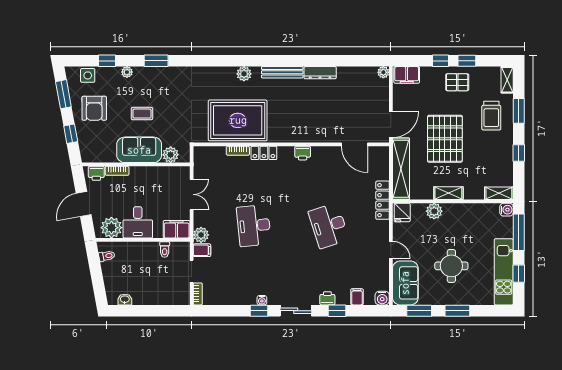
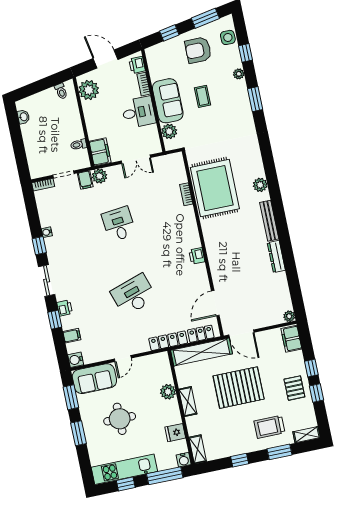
locker: (264, 153) -> (201, 334), moved, turned 90
fridge: (402, 212) -> (175, 433), moved
desk: (138, 222) -> (138, 112), moved, turned 180
desk: (254, 226) -> (119, 224), width x0.73
water cooler: (262, 300) -> (47, 232), moved

